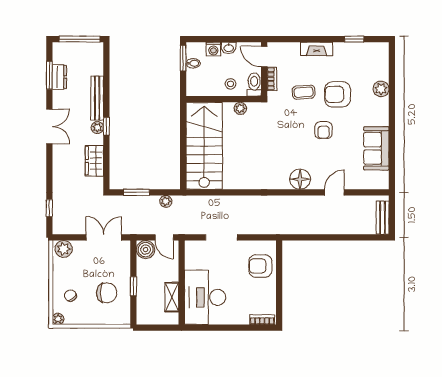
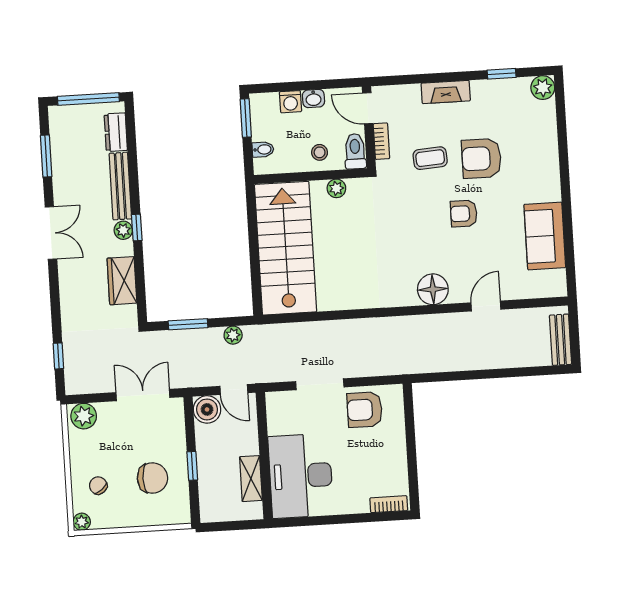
bidet: (193, 63) -> (263, 149), moved
dresser: (59, 77) -> (116, 132), moved, turned 180
plant: (381, 89) -> (543, 88), moved
armchair: (324, 130) -> (464, 214), turned 90
armchair: (260, 266) -> (365, 410), moved

